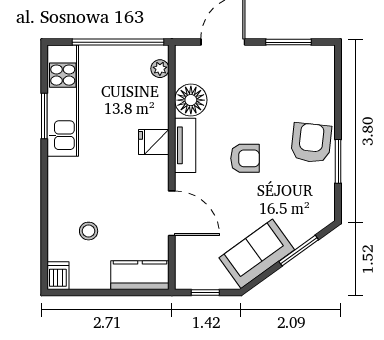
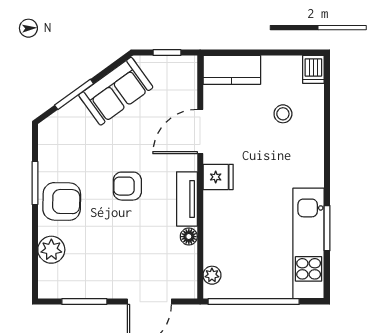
plant: (322, 94) -> (51, 250), added
floor lamp: (191, 100) -> (189, 237), width x0.53, depth x0.53
fridge: (154, 142) -> (218, 177), moved
armchair: (311, 143) -> (62, 201), turned -95
door: (172, 213) -> (200, 132), hinge flipped

